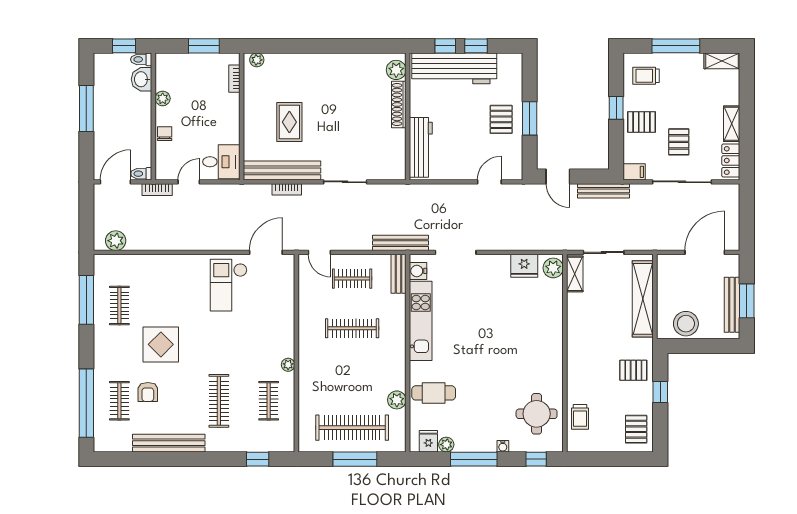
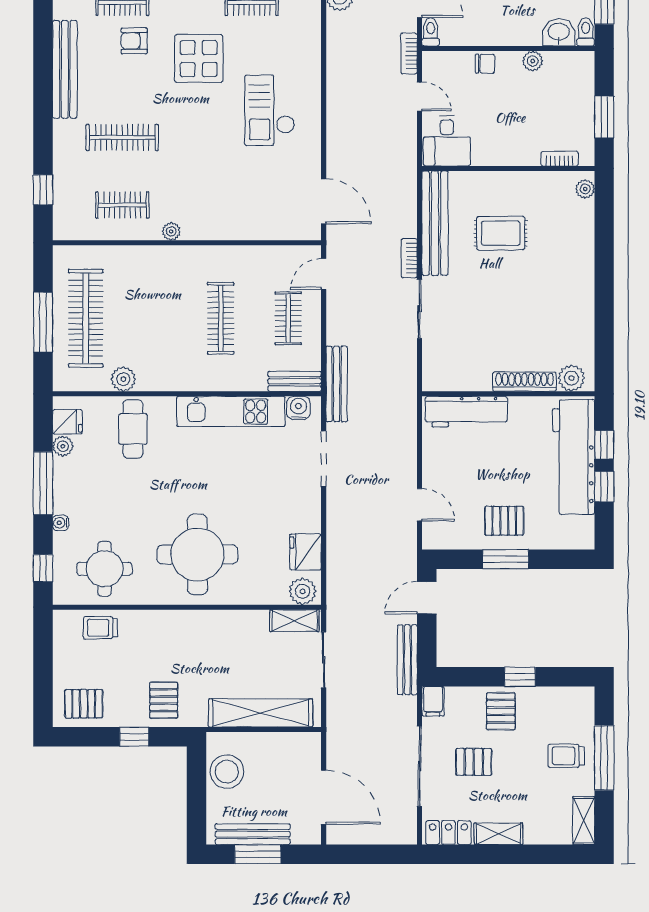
trolley: (646, 76) -> (566, 756), moved, turned -90
bookcase: (287, 189) -> (409, 258), moved
checkout: (229, 285) -> (270, 110), moved, turned -90
round table: (526, 345) -> (197, 554), added

